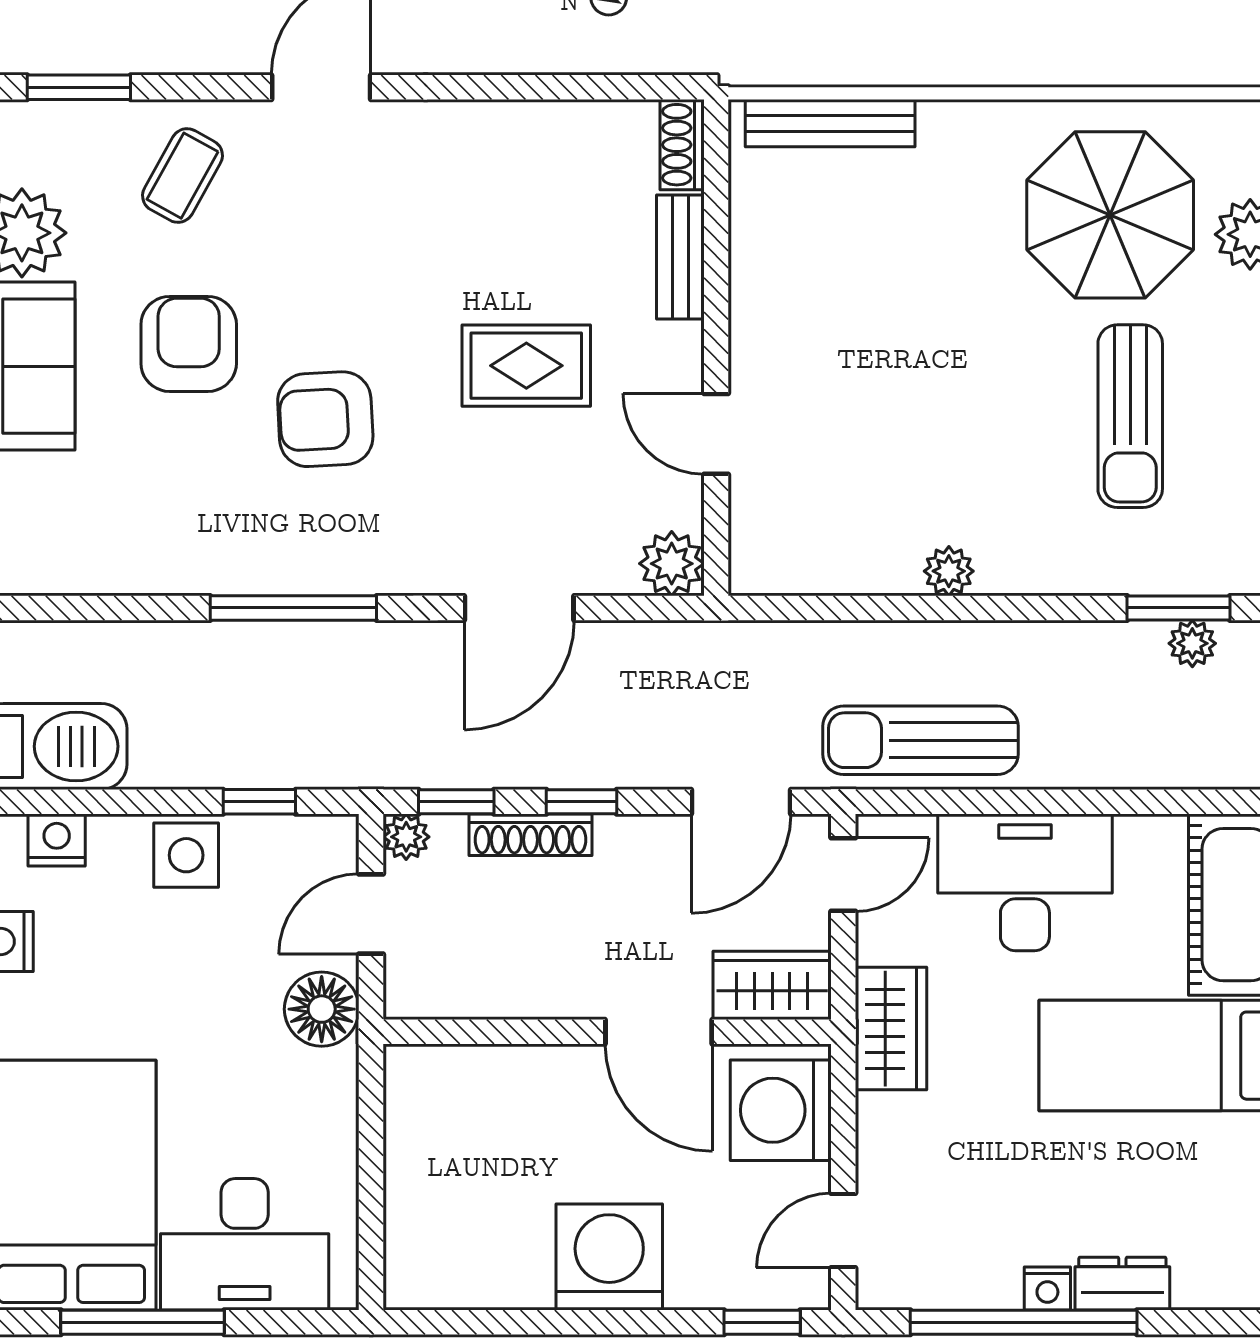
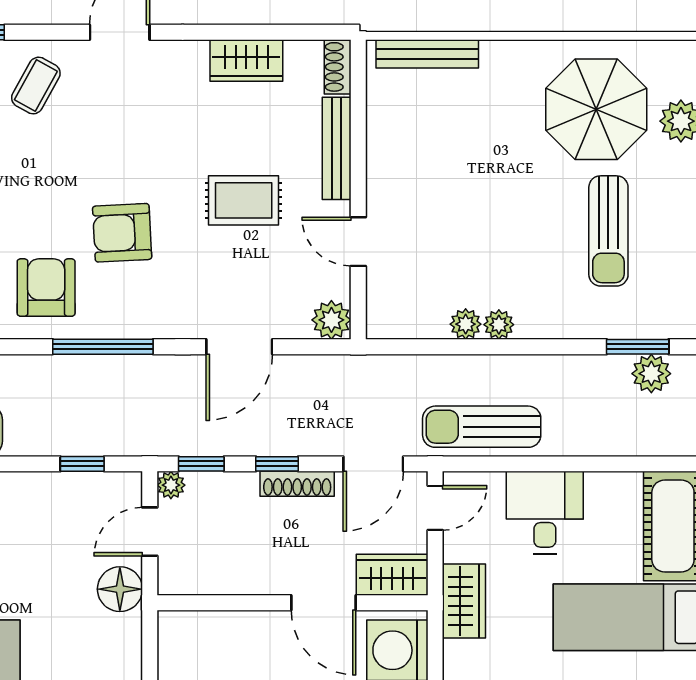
wardrobe: (531, 134) -> (246, 60), added
bench: (680, 257) -> (337, 148), width x1.36
armchair: (189, 344) -> (46, 288), moved
plant: (894, 570) -> (466, 324), added
plant: (1192, 643) -> (651, 374), width x1.38, depth x1.38
shoe rack: (531, 835) -> (297, 484), moved
side table: (186, 855) -> (38, 496), removed
desk: (1025, 882) -> (545, 513), width x0.73

